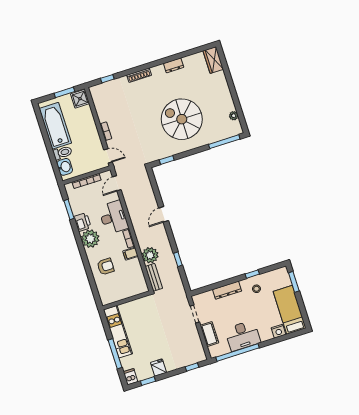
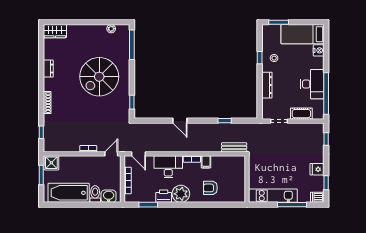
plant: (150, 255) -> (213, 145), removed
armchair: (106, 266) -> (210, 188), turned -90

